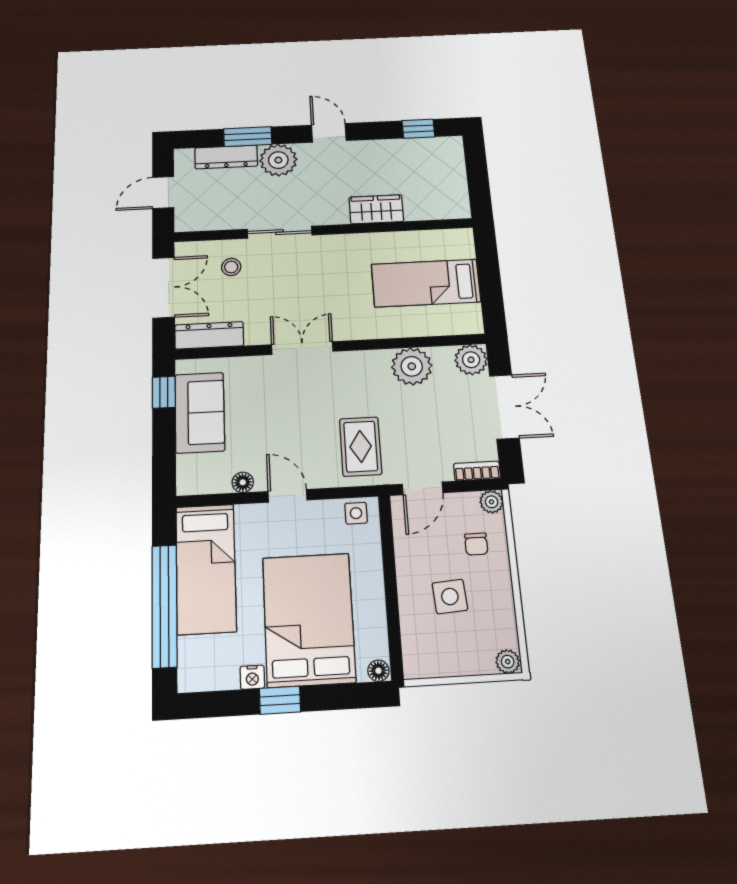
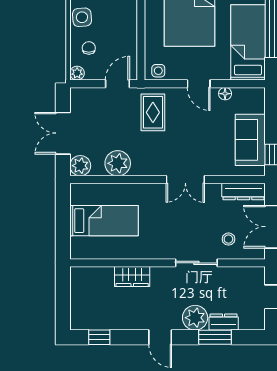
dresser: (226, 157) -> (224, 322), width x0.70
bookcase: (477, 471) -> (84, 93), removed
side table: (450, 597) -> (82, 17), moved

